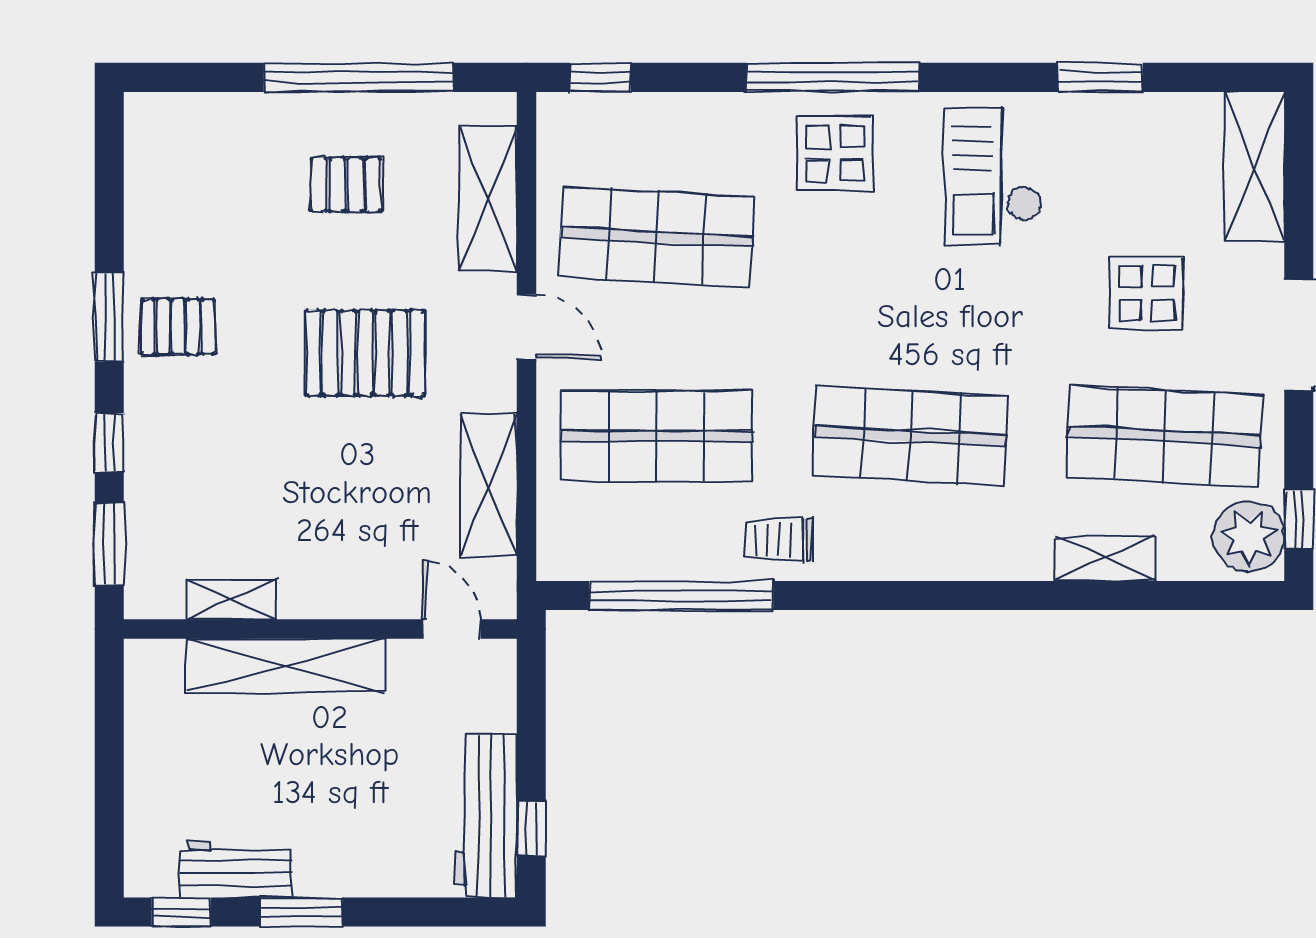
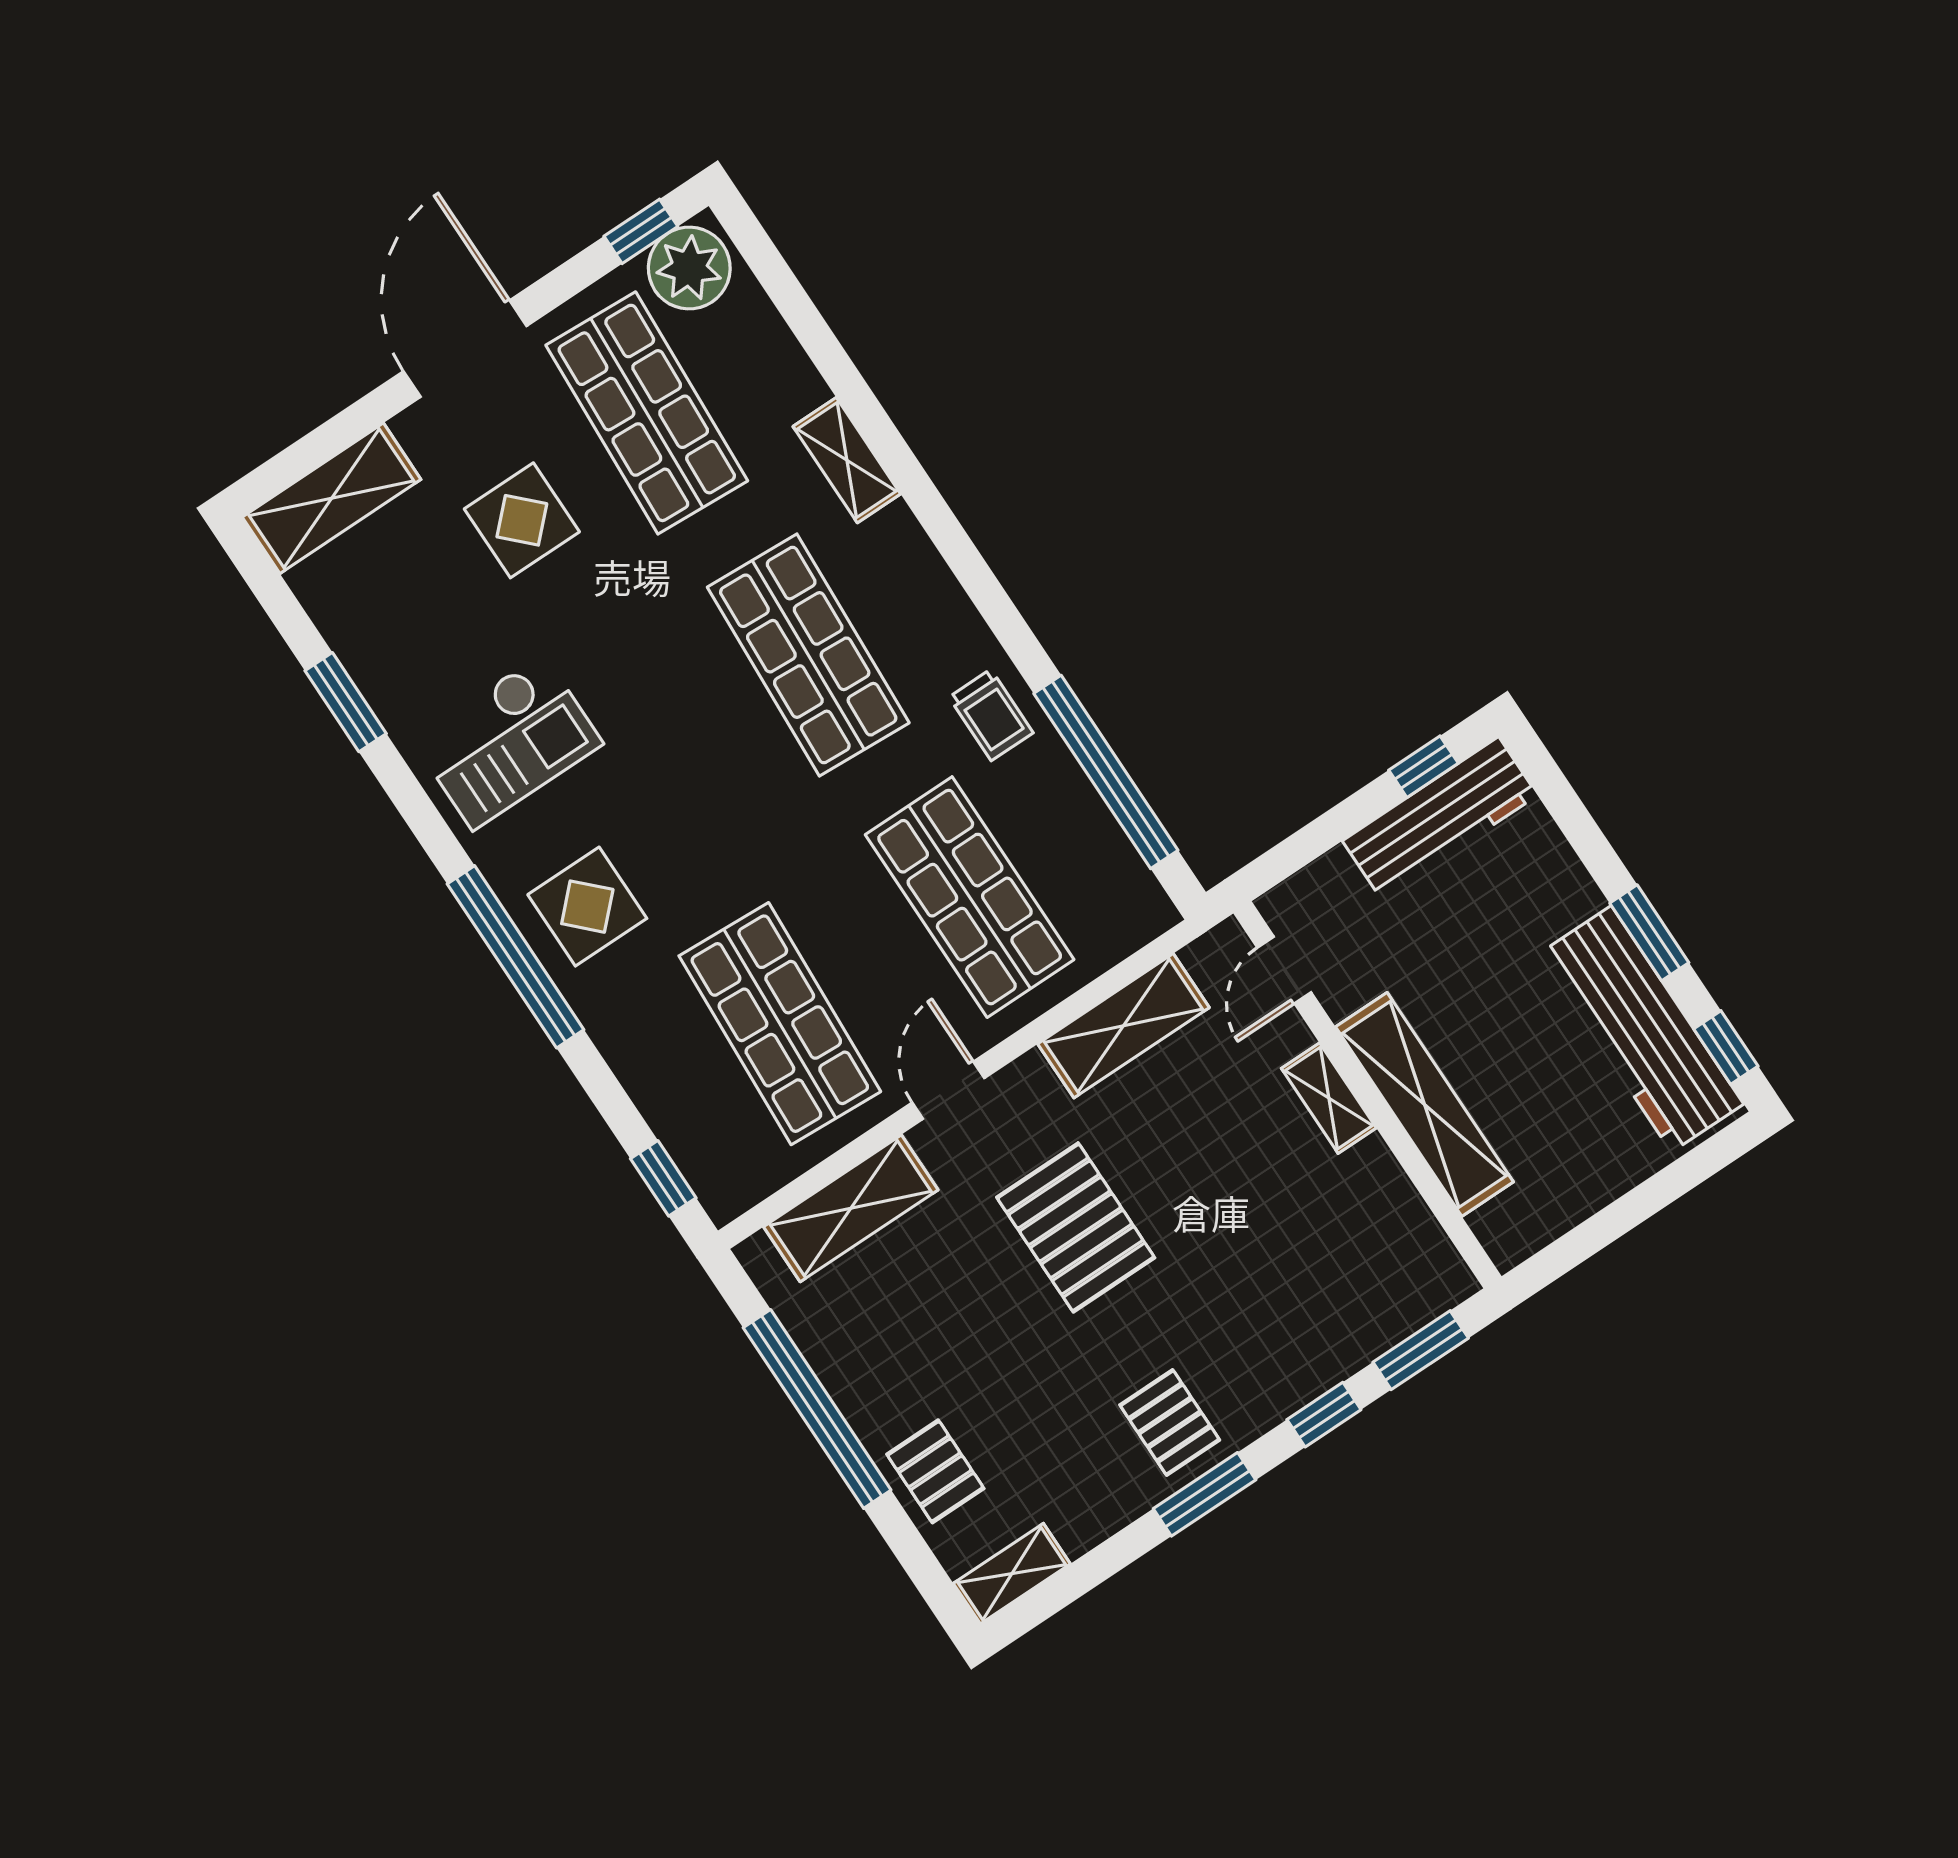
shelving: (145, 139) -> (1012, 1574), added
pallet: (346, 185) -> (935, 1471), moved
shelving: (1105, 558) -> (847, 460), moved
shelving: (232, 599) -> (1329, 1098), moved
workbench: (236, 869) -> (1641, 1029), width x1.88, depth x1.32

